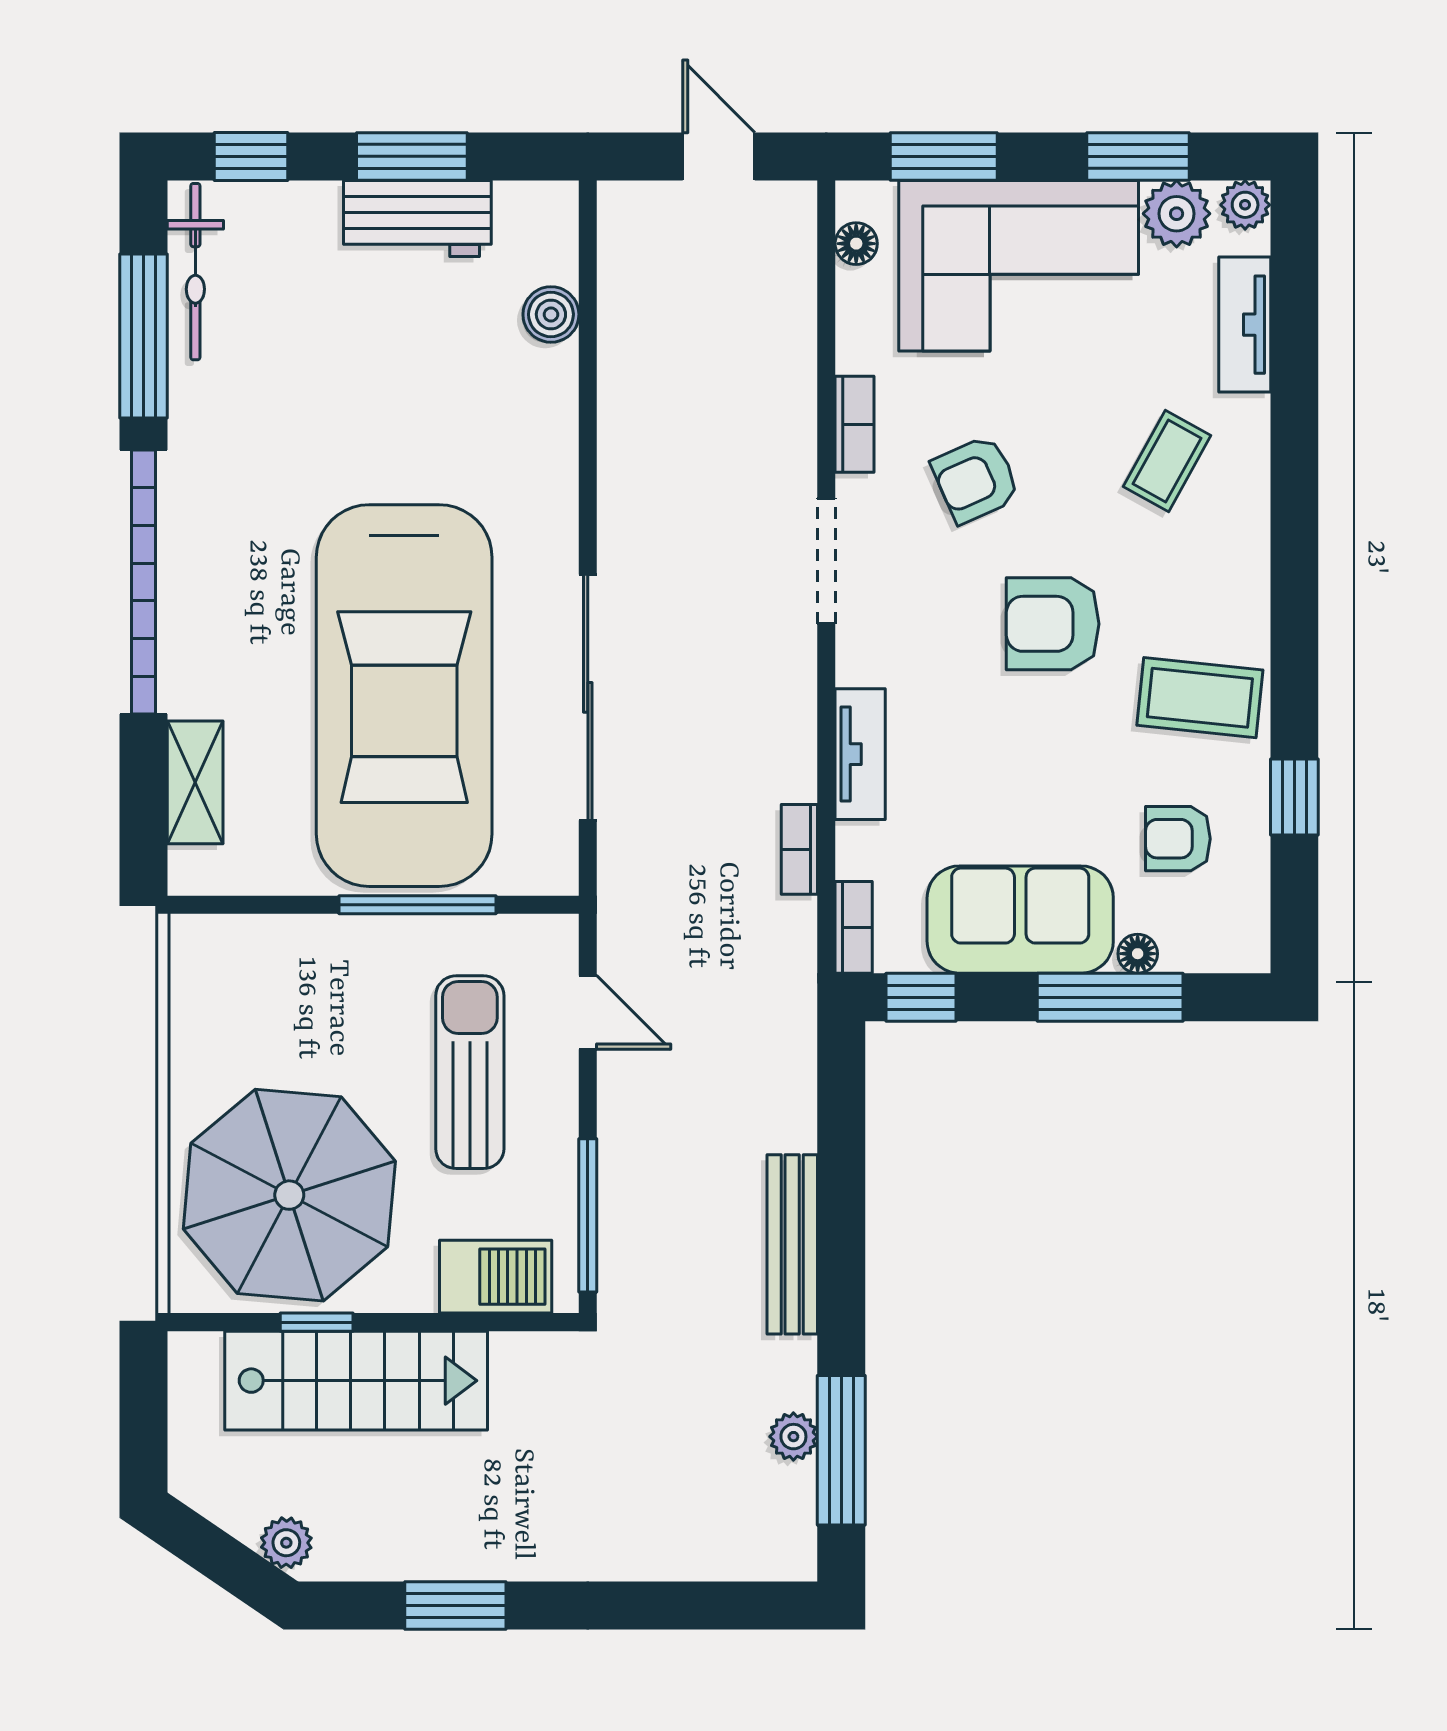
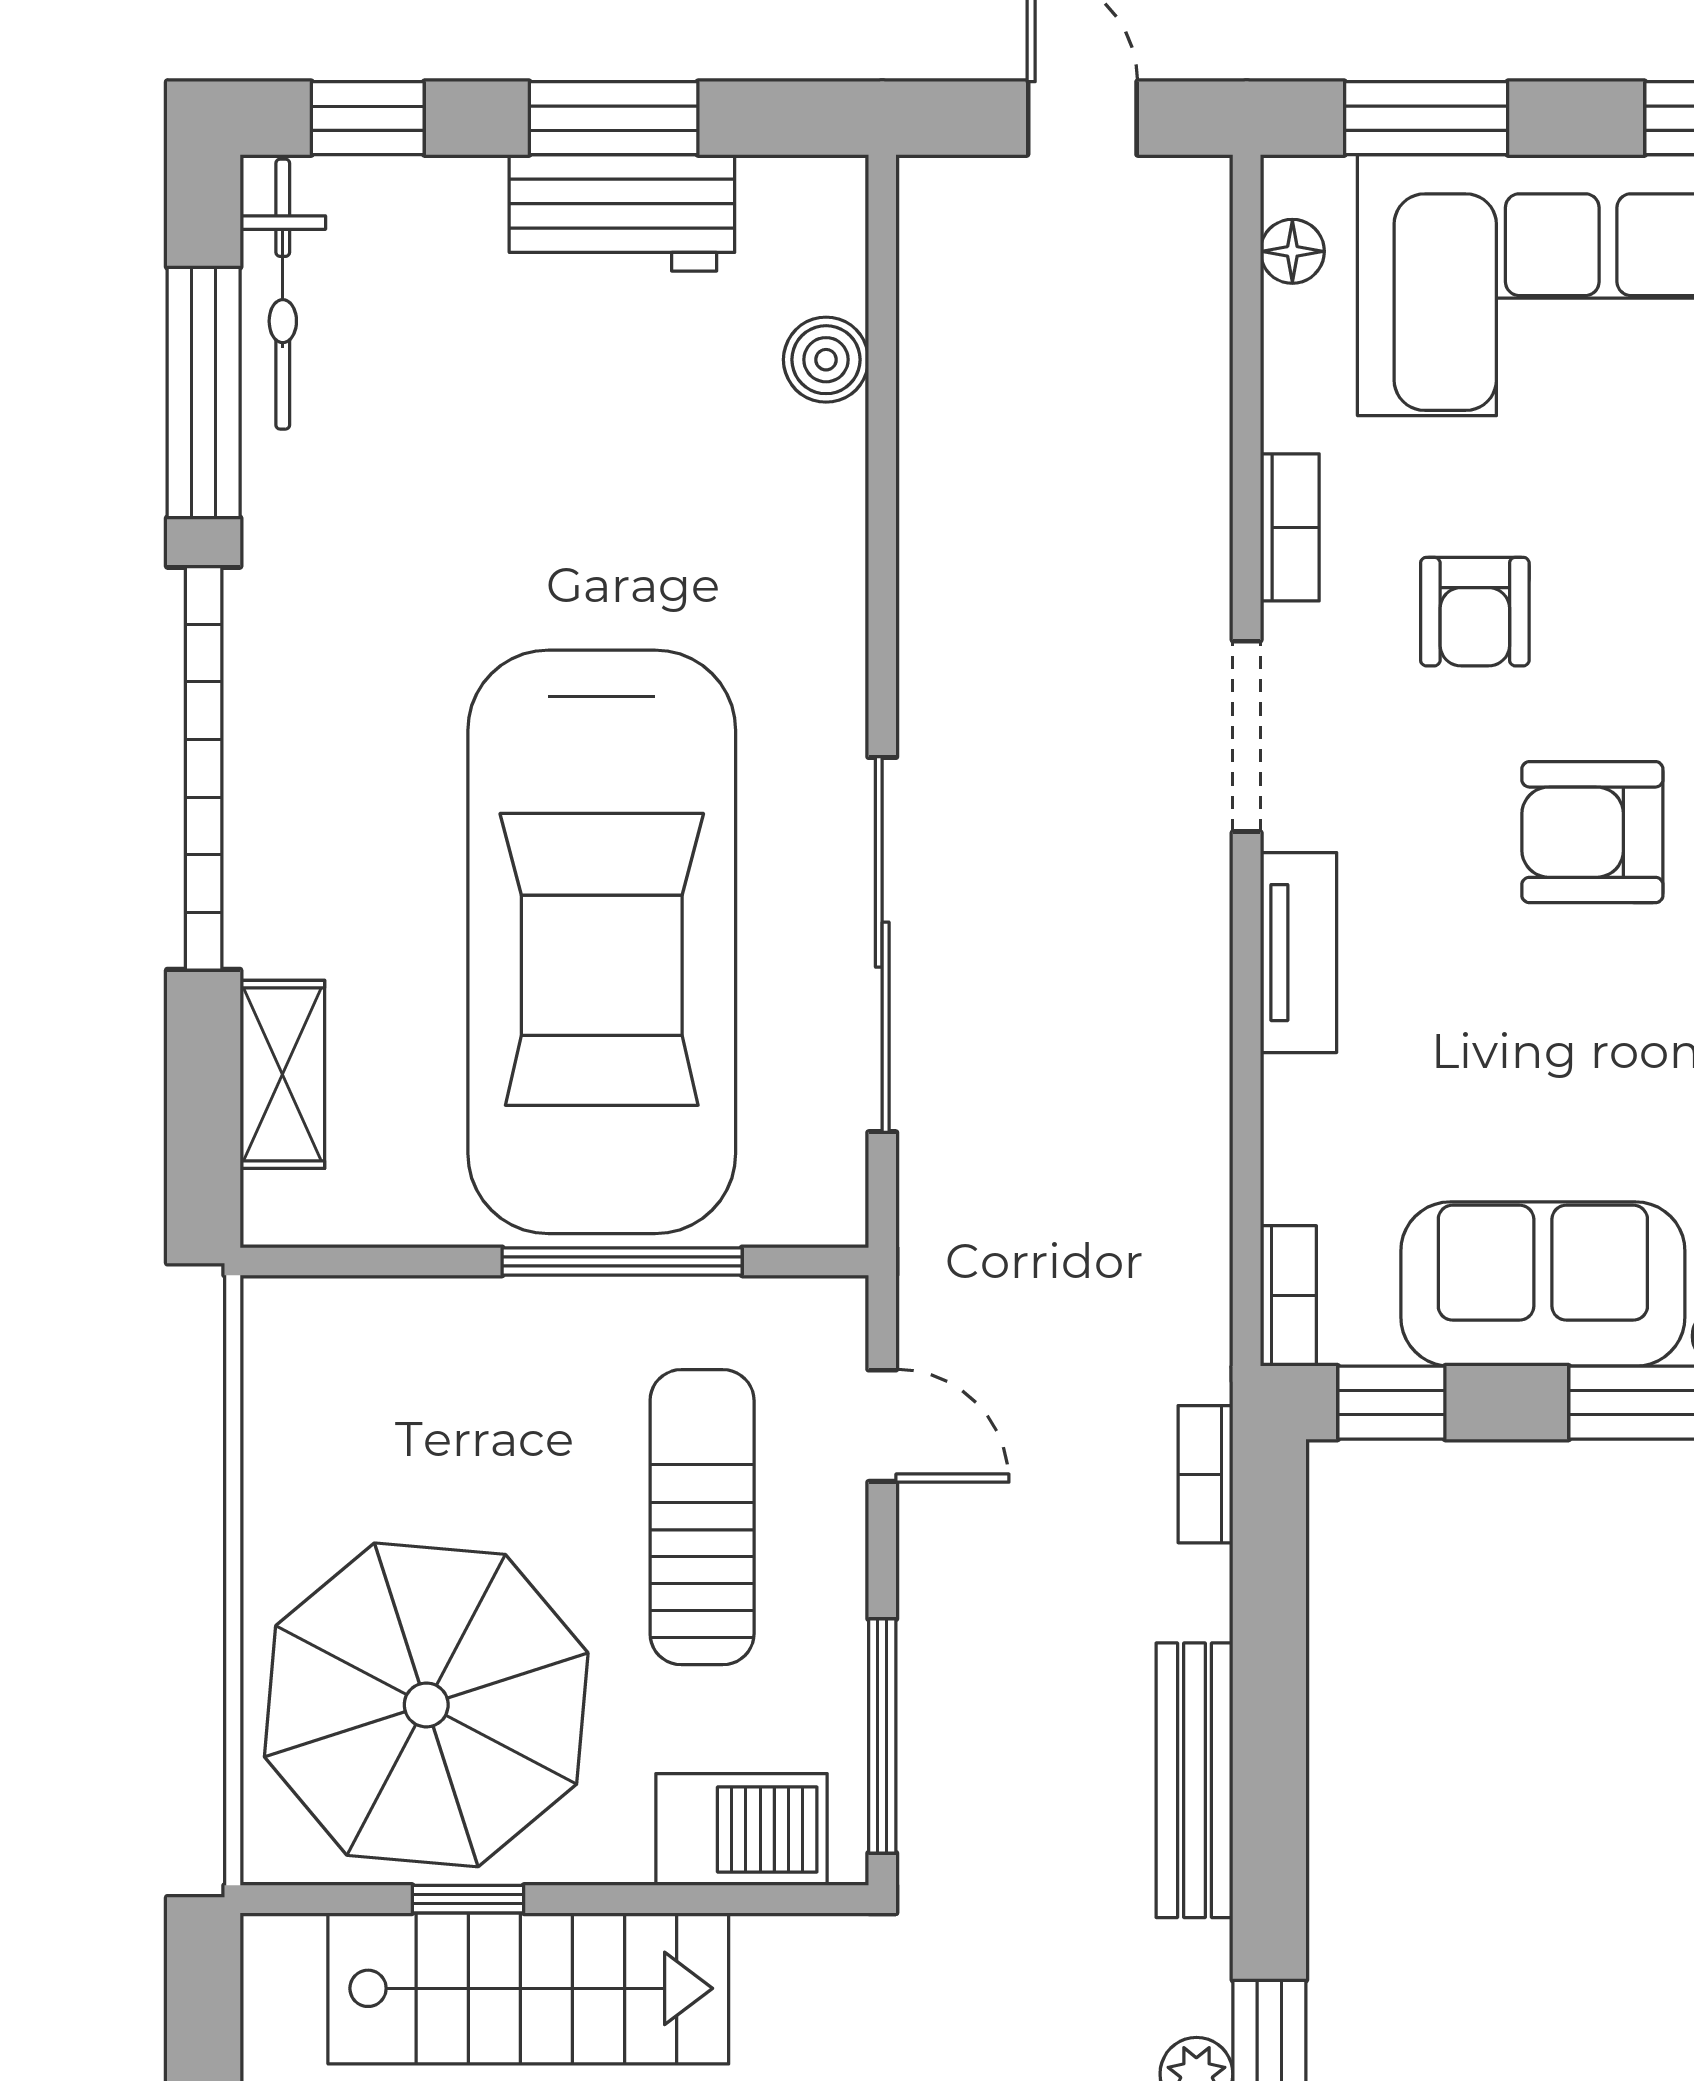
armchair: (976, 479) -> (1475, 612), turned -66
tv unit: (860, 754) -> (1298, 953), moved
bookcase: (799, 849) -> (1205, 1474), moved

